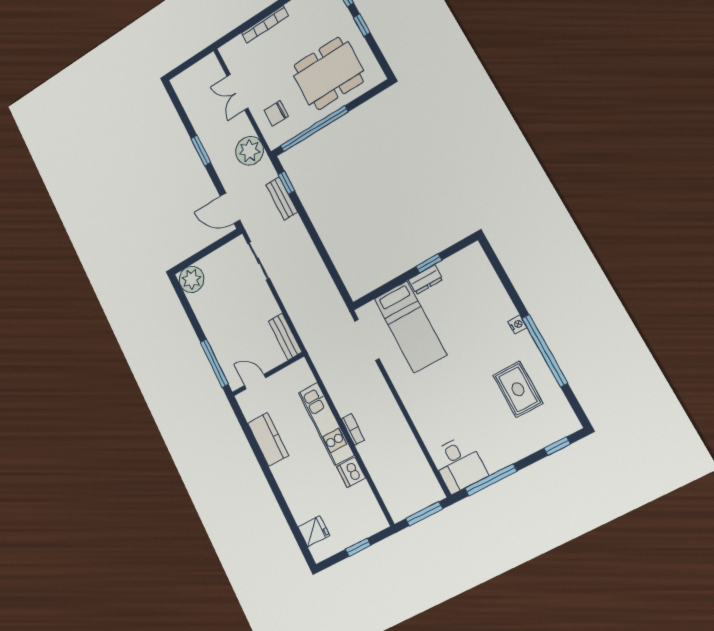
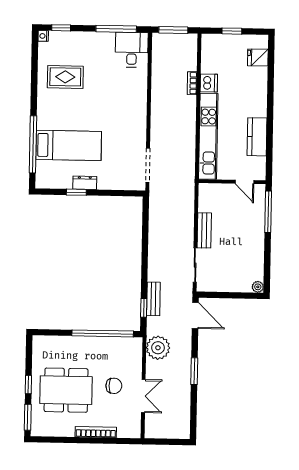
dining table: (328, 73) -> (66, 390), moved
chair: (276, 113) -> (114, 386), moved
plant: (192, 279) -> (258, 287), width x0.53, depth x0.53
nightstand: (517, 324) -> (43, 36), moved
bed: (410, 327) -> (69, 145), moved, turned 90
bench: (285, 337) -> (204, 230), moved
window: (545, 351) -> (33, 144), moved
rug: (518, 389) -> (65, 77), turned 90
kitchen unit: (326, 424) -> (208, 136), width x1.36
bookcase: (353, 429) -> (192, 83), moved

